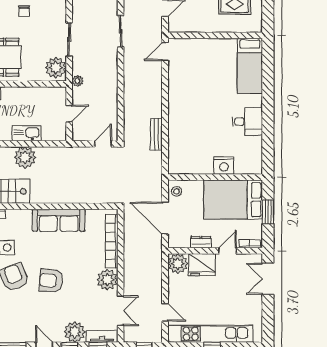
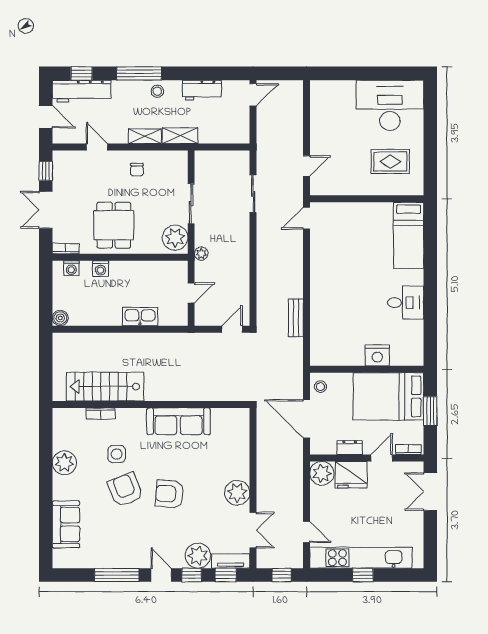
plant: (25, 157) -> (138, 346), removed
bookcase: (112, 241) -> (242, 447), removed

